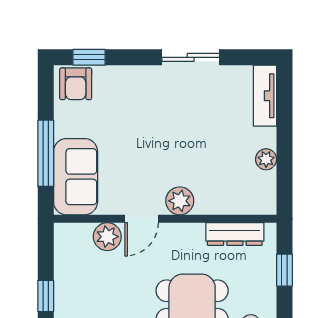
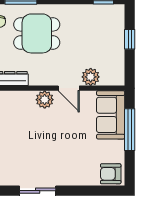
window: (89, 57) -> (102, 191), removed
armchair: (76, 84) -> (111, 174), turned -90
door: (142, 219) -> (69, 88), swing flipped

